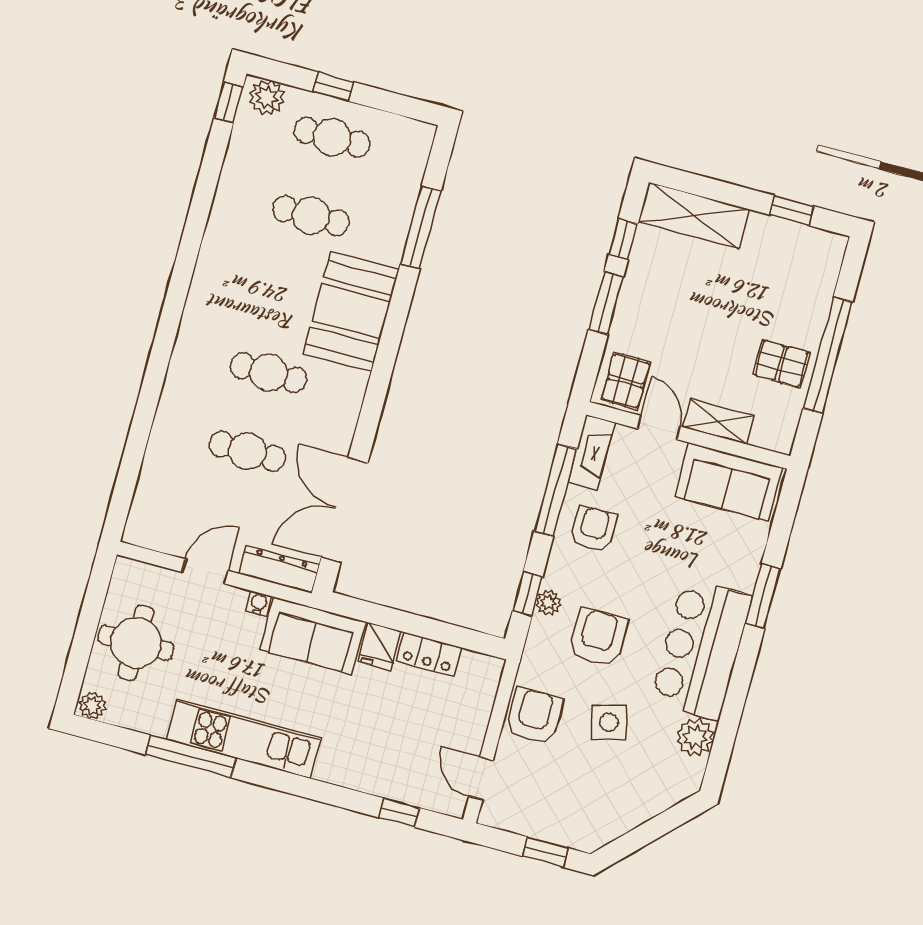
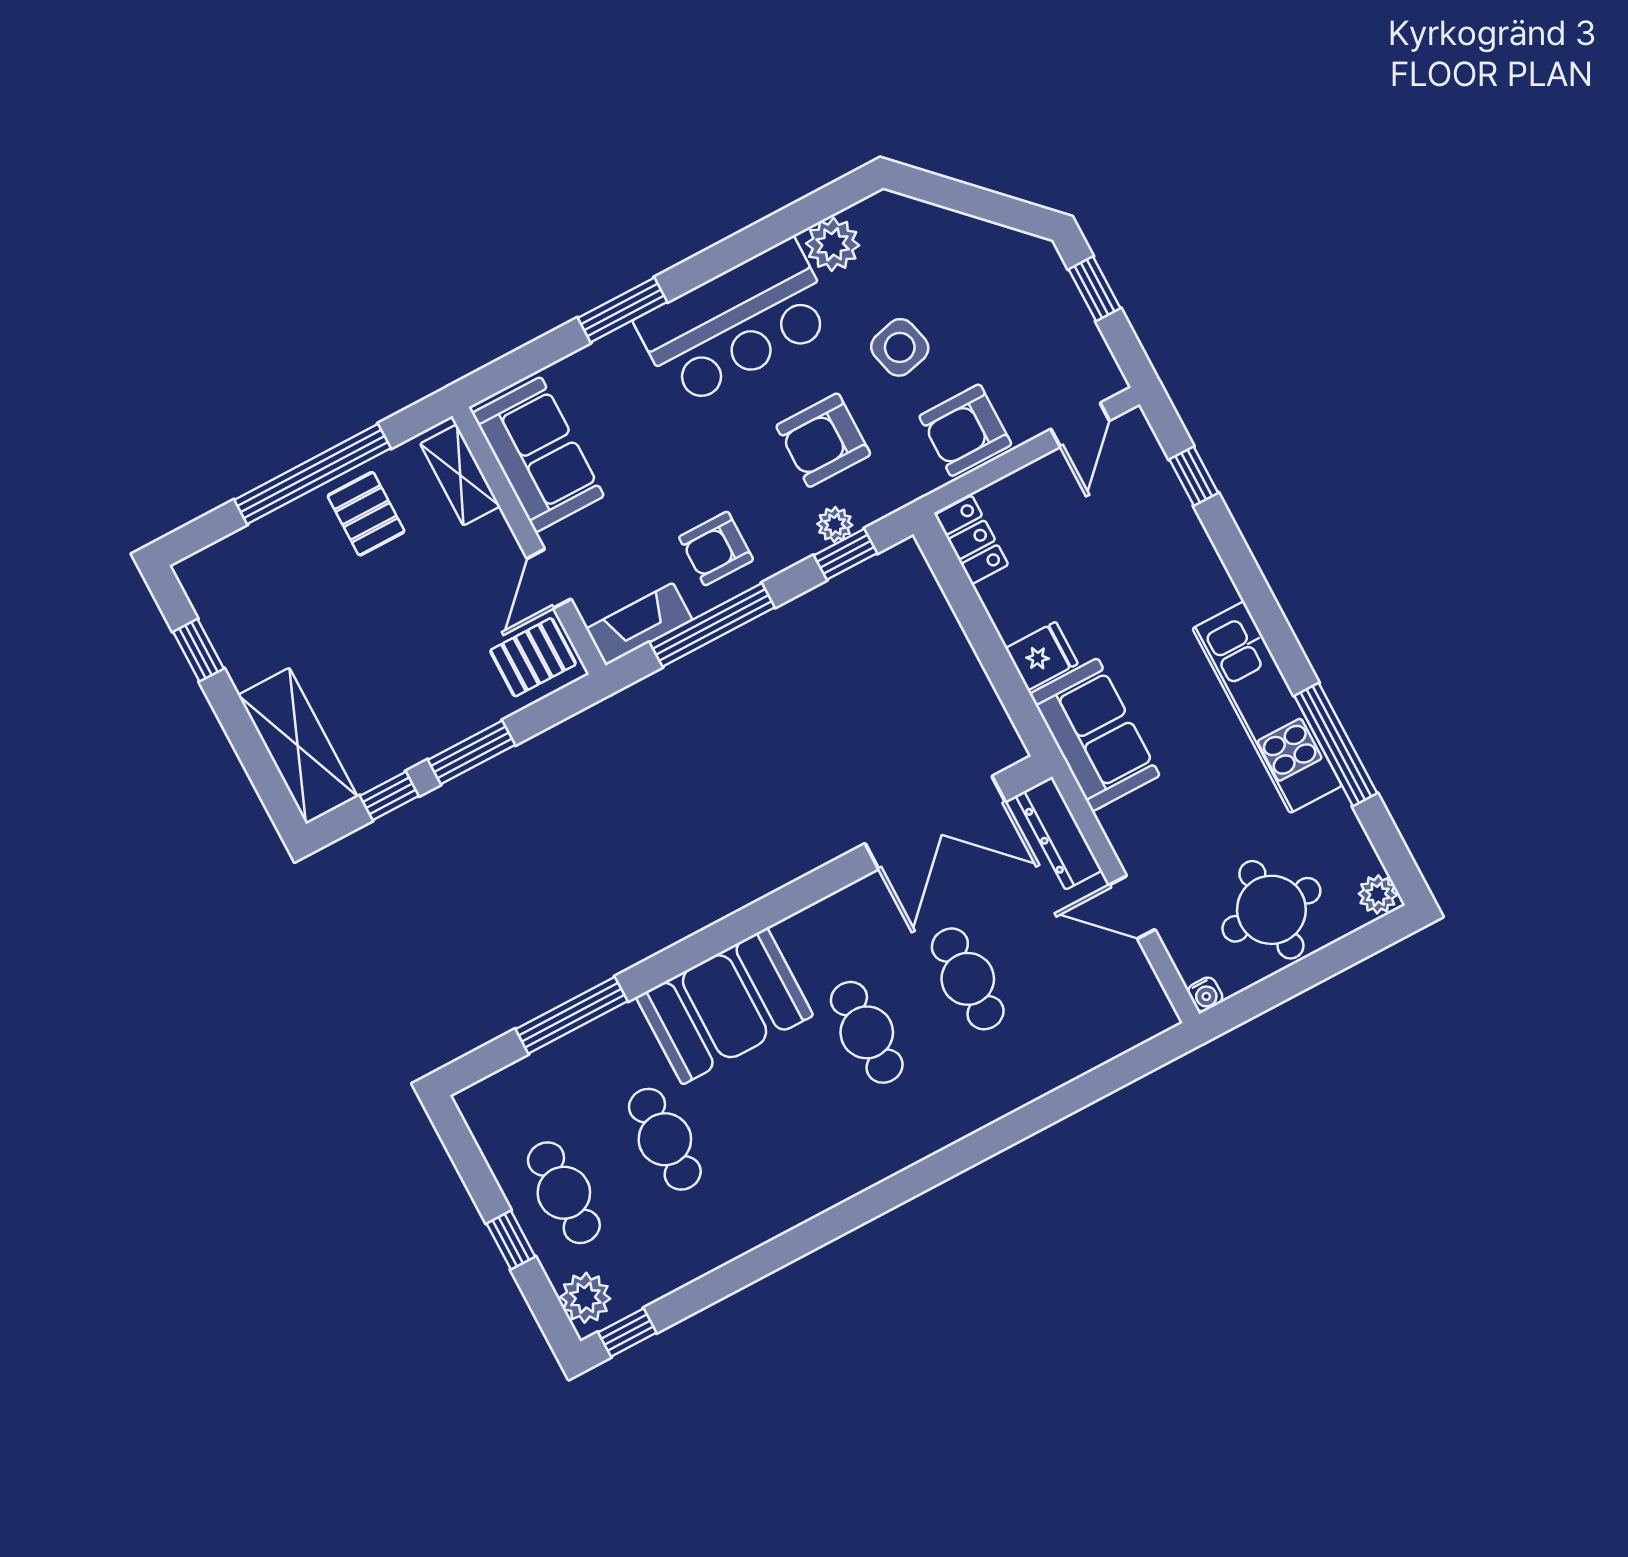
shelving: (718, 421) -> (460, 475), moved
water cooler: (259, 604) -> (1205, 994), moved, turned -90
locker: (429, 654) -> (972, 540), moved

